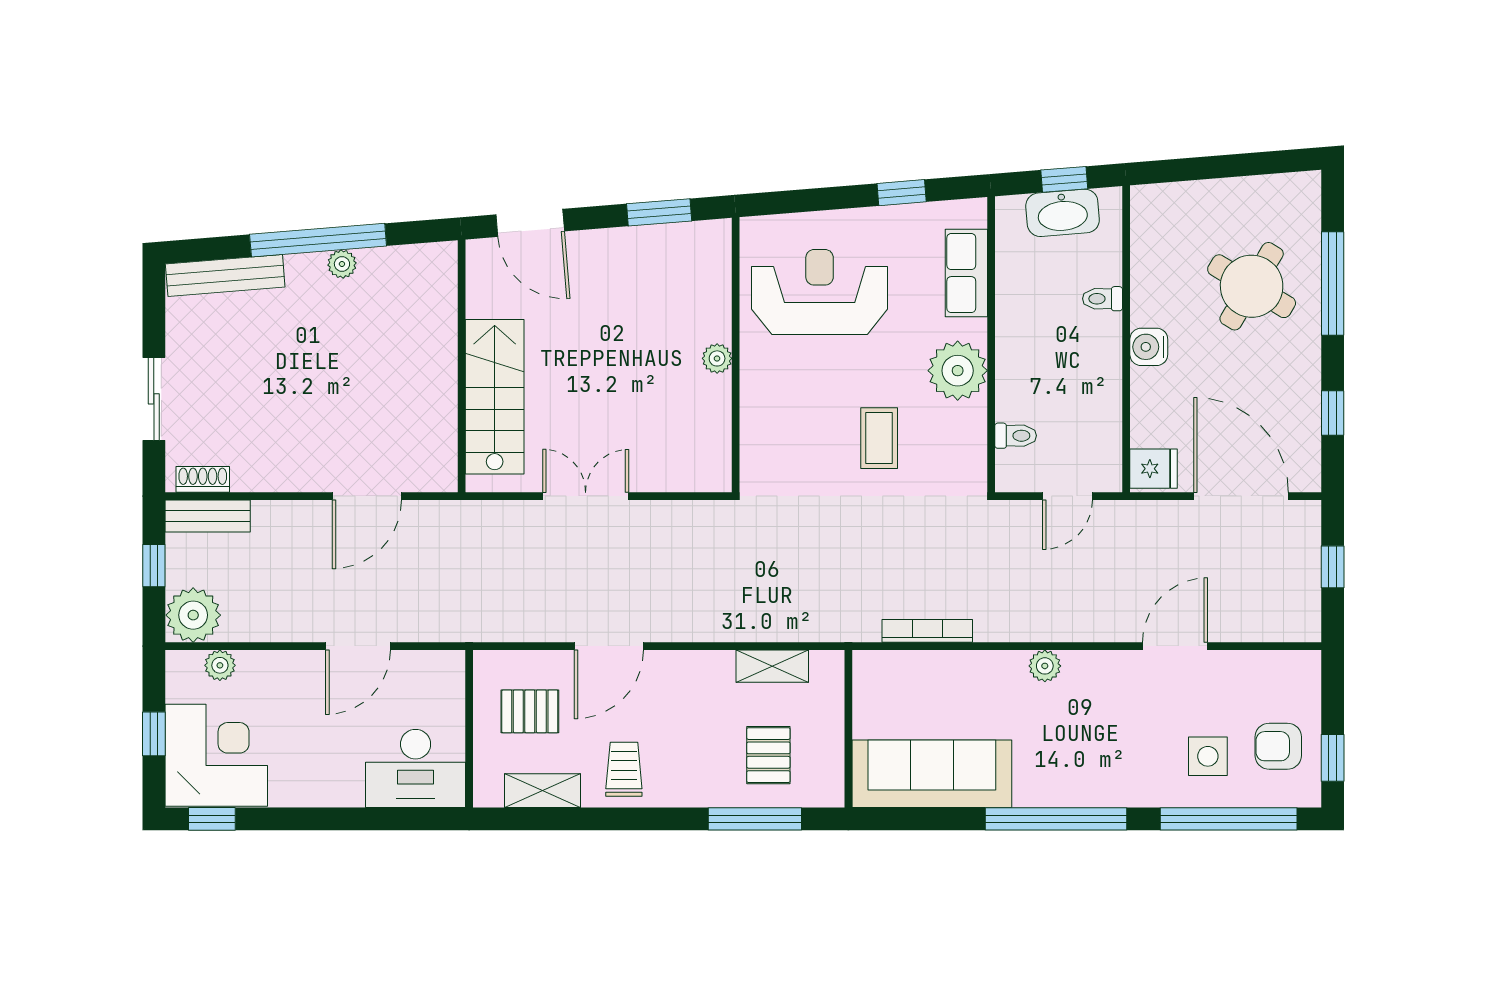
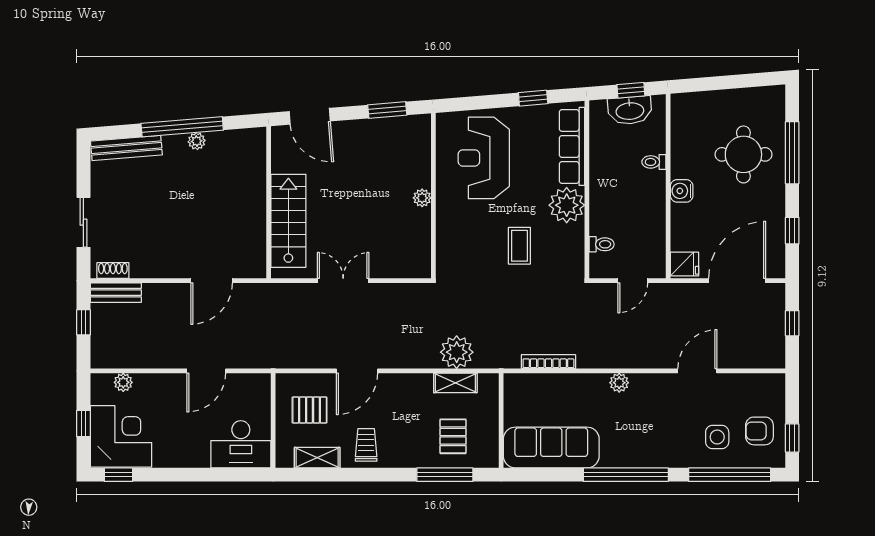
row of seats: (966, 273) -> (572, 146), width x1.48
round table: (1252, 286) -> (743, 154), turned -31
reception desk: (820, 292) -> (484, 158), turned -90
door: (1241, 496) -> (737, 281), hinge flipped
plant: (193, 615) -> (457, 352), moved

